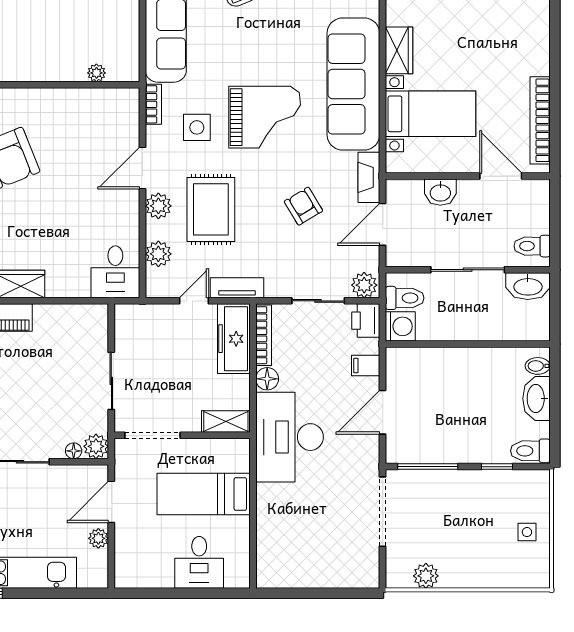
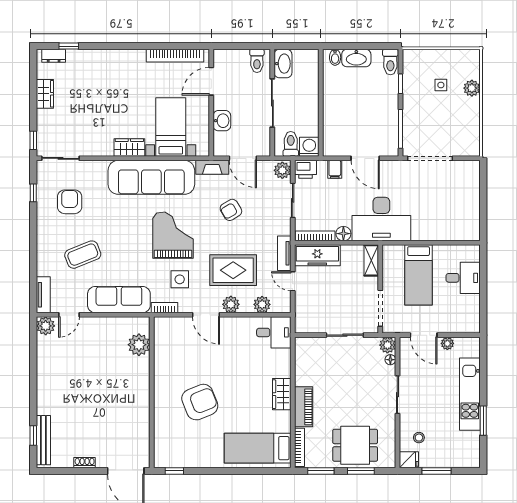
plant: (96, 73) -> (139, 345), width x1.87, depth x1.87
side table: (527, 532) -> (441, 85), moved
plant: (426, 576) -> (472, 88), moved

